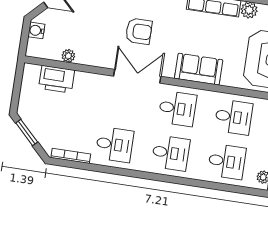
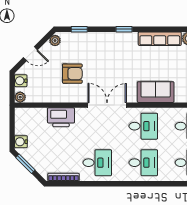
armchair: (139, 31) -> (72, 74), moved
plant: (68, 56) -> (20, 97), moved
printer: (57, 79) -> (61, 117), moved
water cooler: (25, 105) -> (21, 142), added

